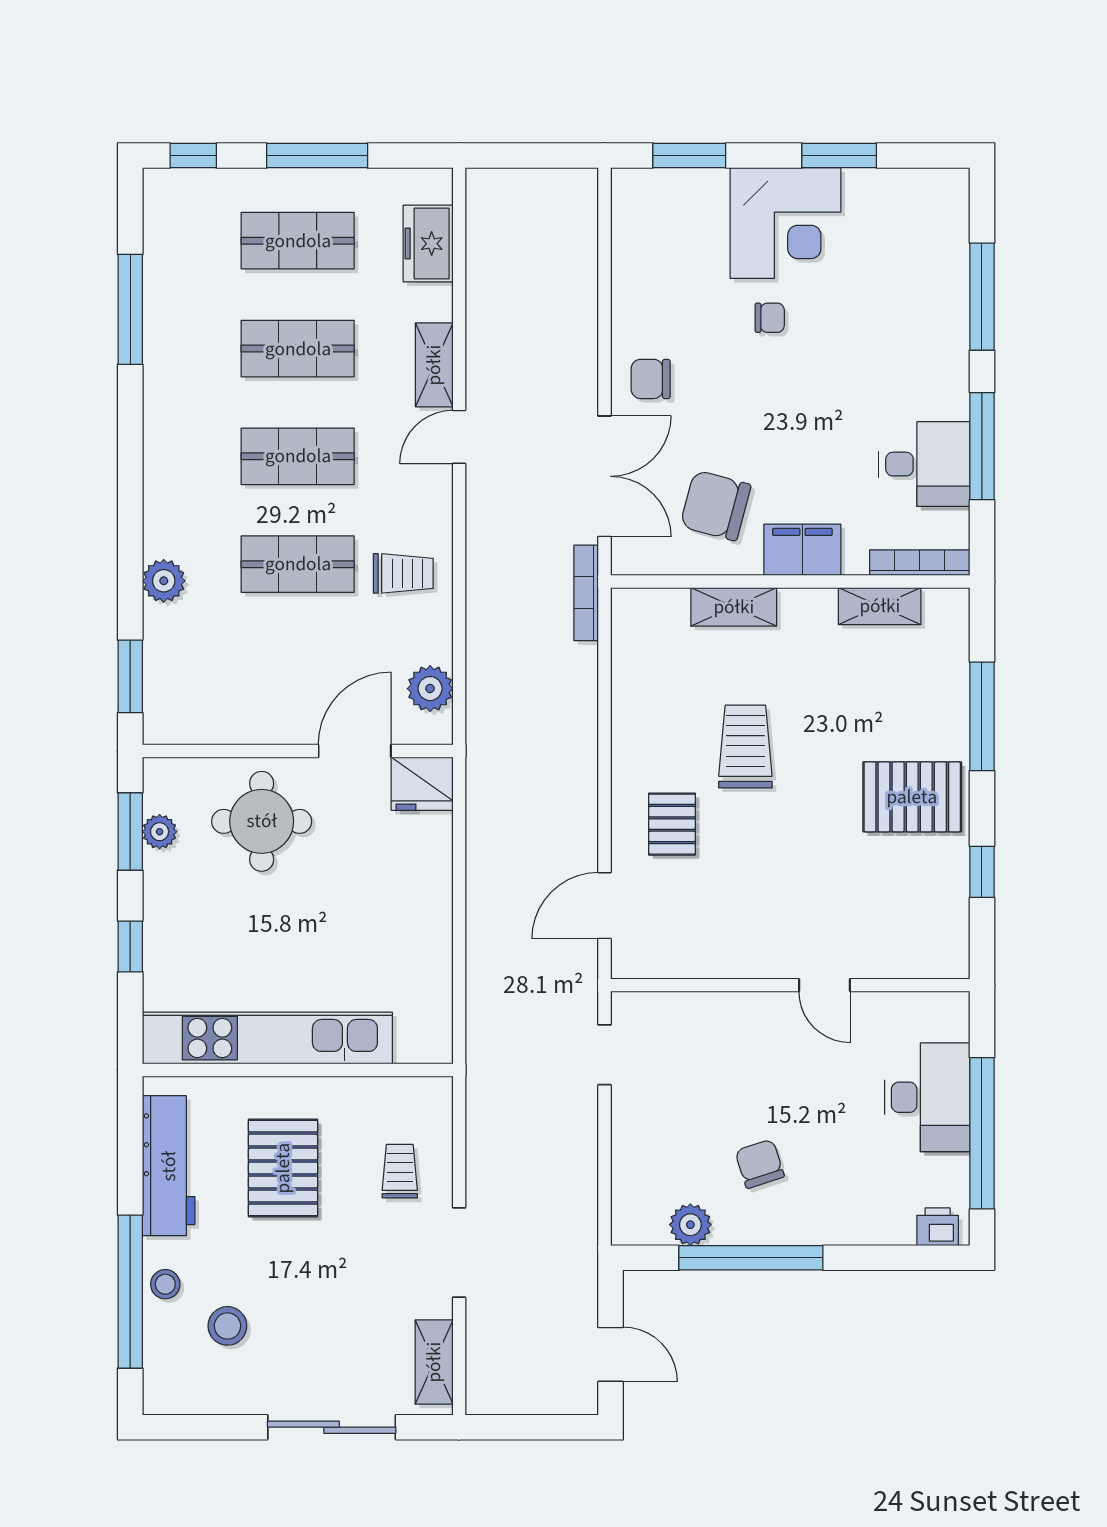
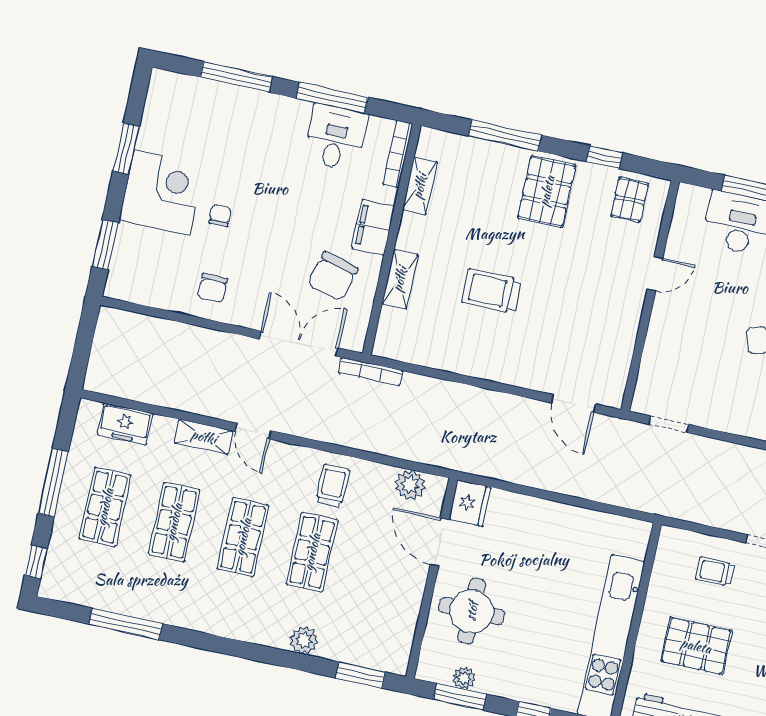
chair: (651, 379) -> (213, 288), moved
pallet: (672, 824) -> (630, 200), moved, turned 90

